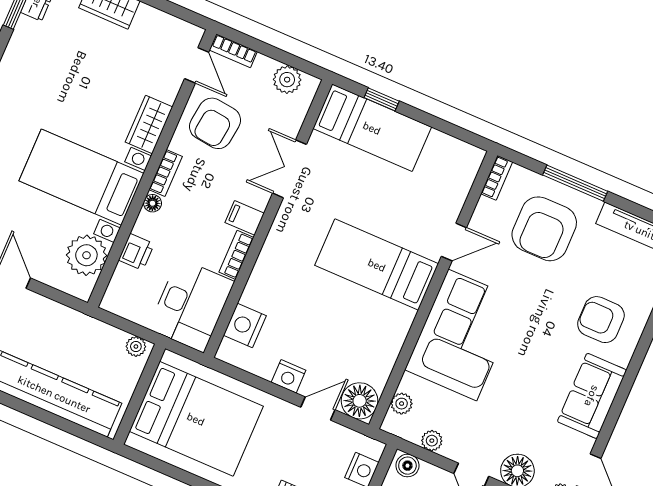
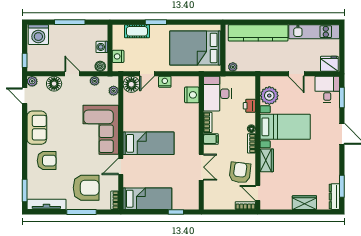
plant: (287, 80) -> (218, 203), removed
bed: (372, 128) -> (147, 199), moved, turned 180
armchair: (544, 229) -> (86, 188), turned 90

